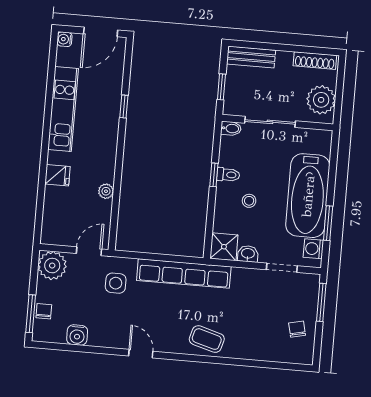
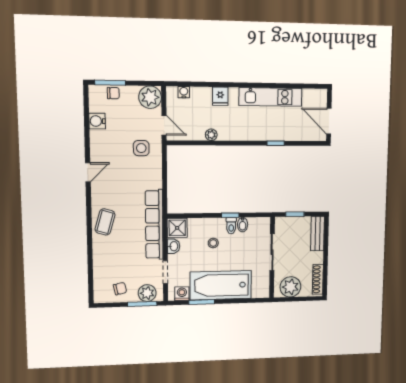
water cooler: (65, 39) -> (184, 92), moved
bidet: (231, 128) -> (243, 225), moved
row of seats: (184, 274) -> (154, 225), moved
plant: (307, 295) -> (147, 293), added

